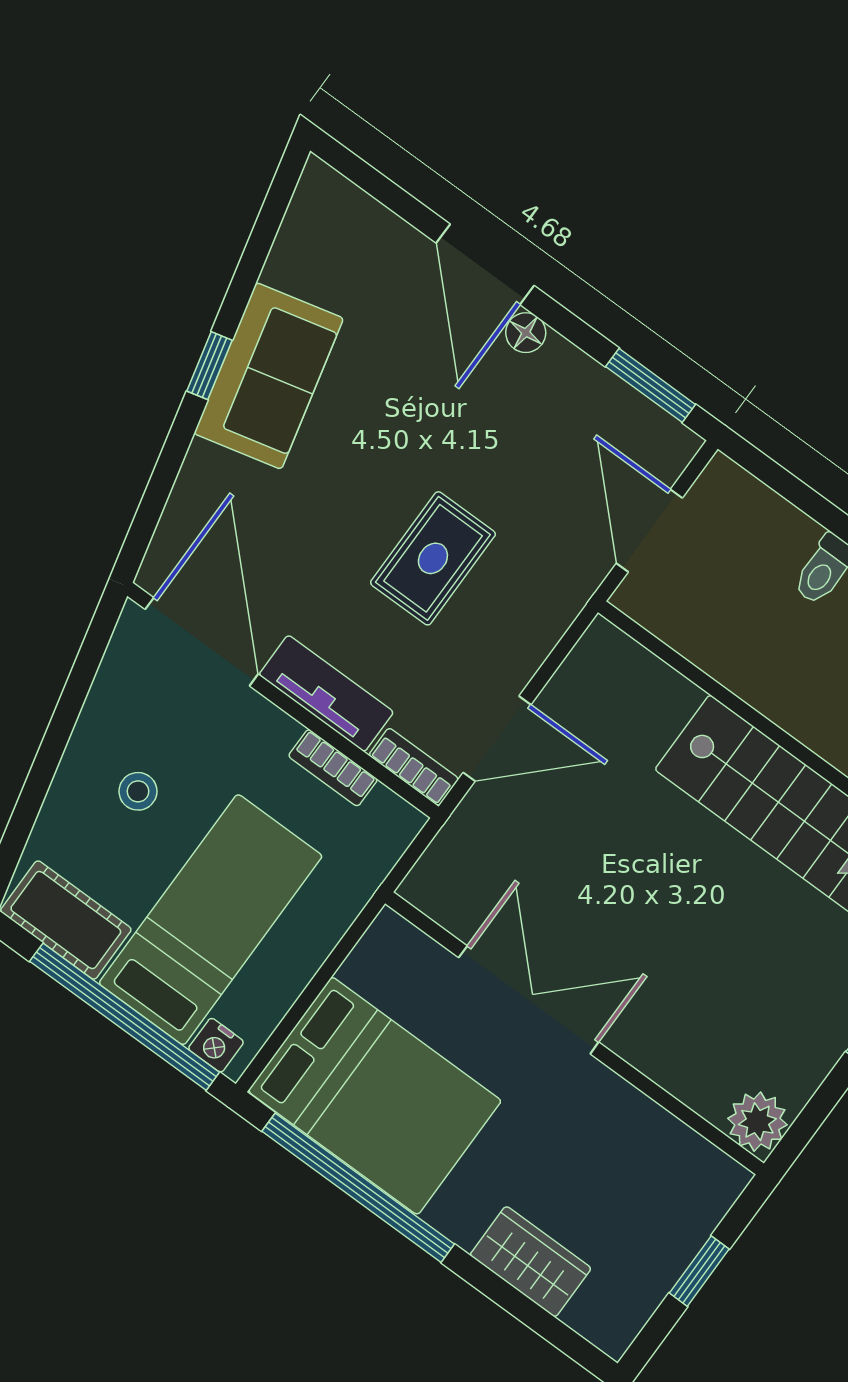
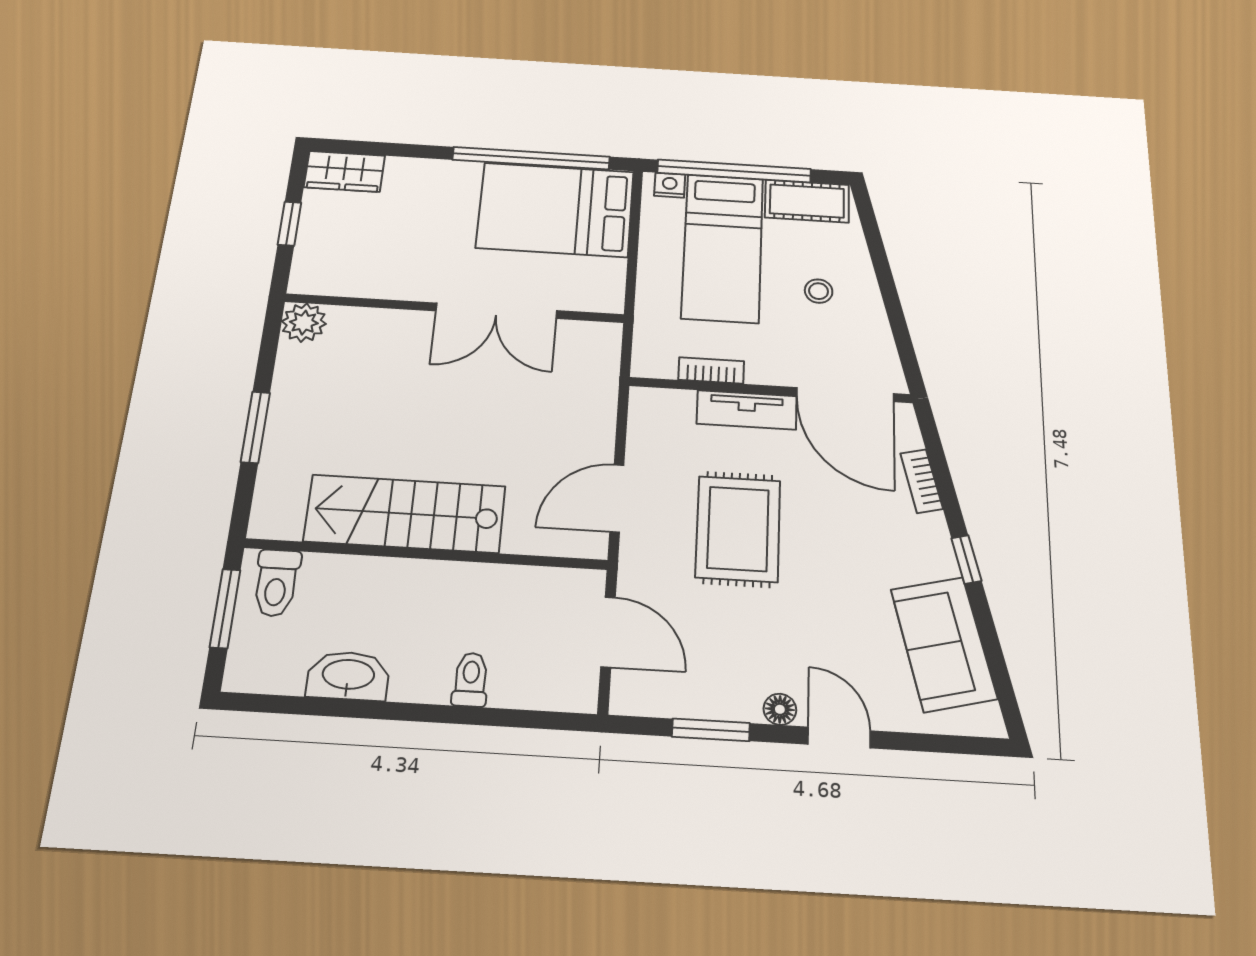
door: (485, 264) -> (839, 738), width x0.73
sofa: (269, 376) -> (944, 644), moved
window: (651, 385) -> (711, 730), moved
rug: (433, 558) -> (738, 529), width x1.36, depth x1.43
door: (497, 739) -> (617, 498), moved
bookcase: (414, 767) -> (922, 481), moved, turned 76
wardrobe: (531, 1262) -> (344, 171), moved

